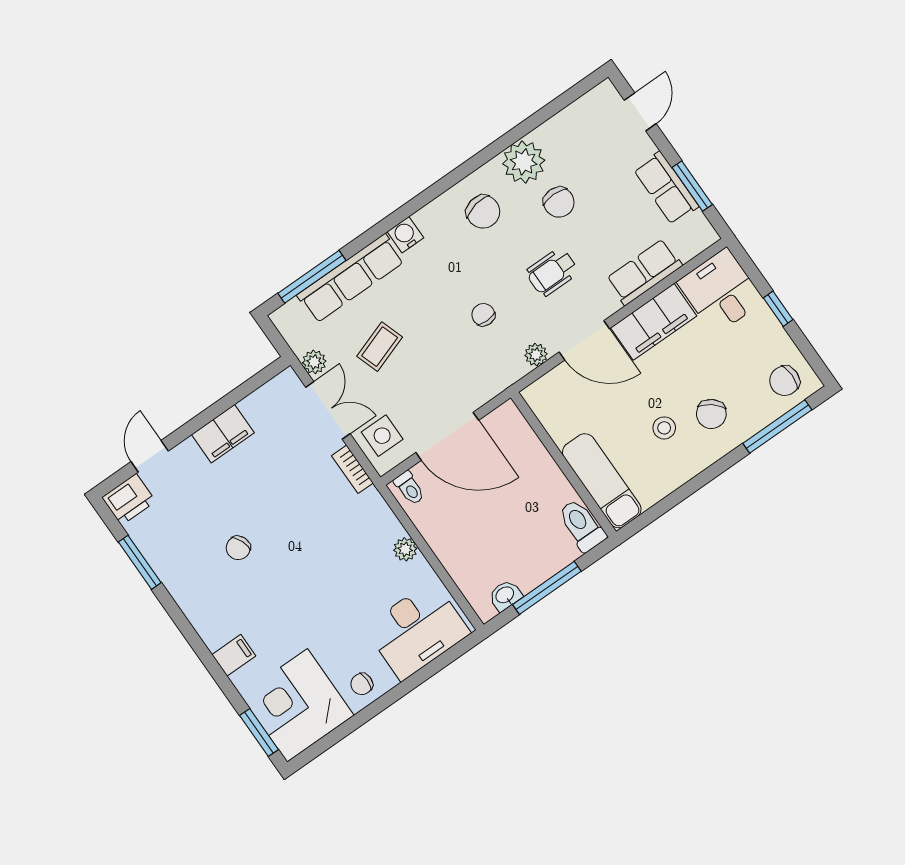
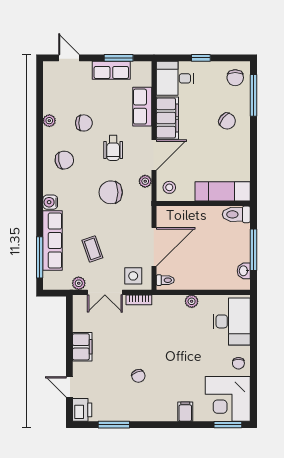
plant: (524, 162) -> (49, 121), width x0.53, depth x0.53
chair: (483, 315) -> (111, 192), width x1.87, depth x1.87
double door: (328, 410) -> (105, 292), swing flipped
stool: (664, 428) -> (169, 187), moved

